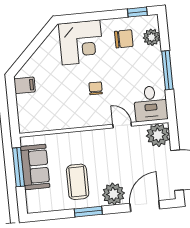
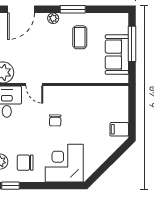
window: (18, 167) -> (132, 44), moved
coffee table: (78, 182) -> (80, 37), width x0.73, depth x0.77
plant: (113, 194) -> (53, 18), width x0.53, depth x0.53

